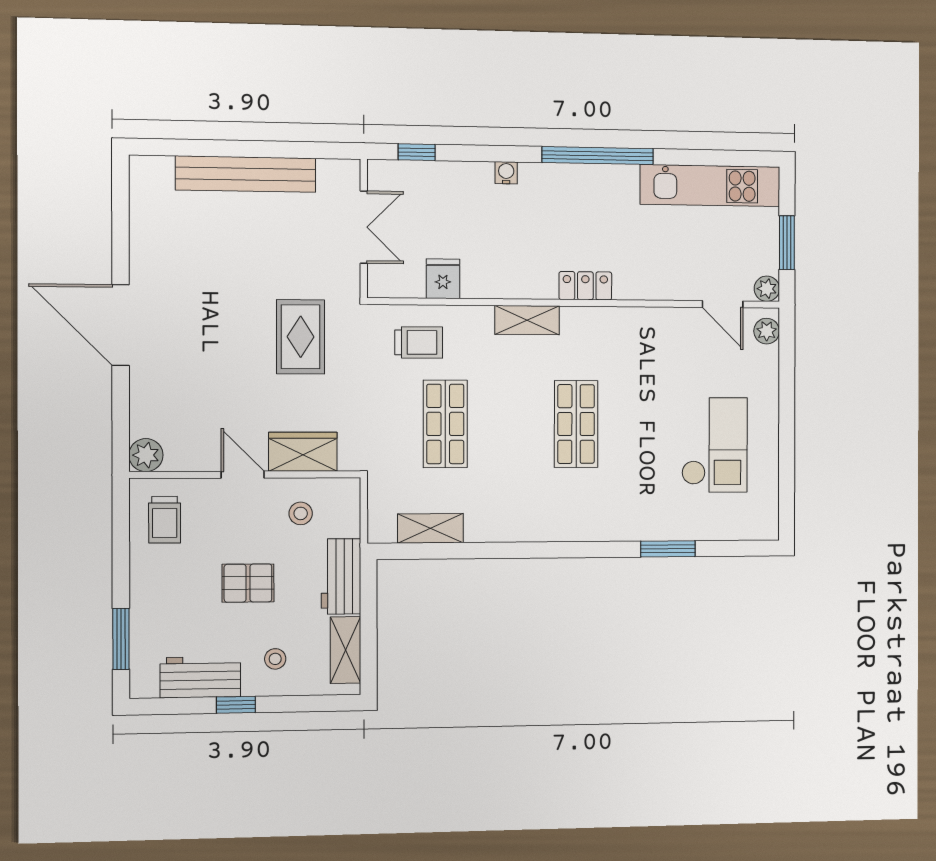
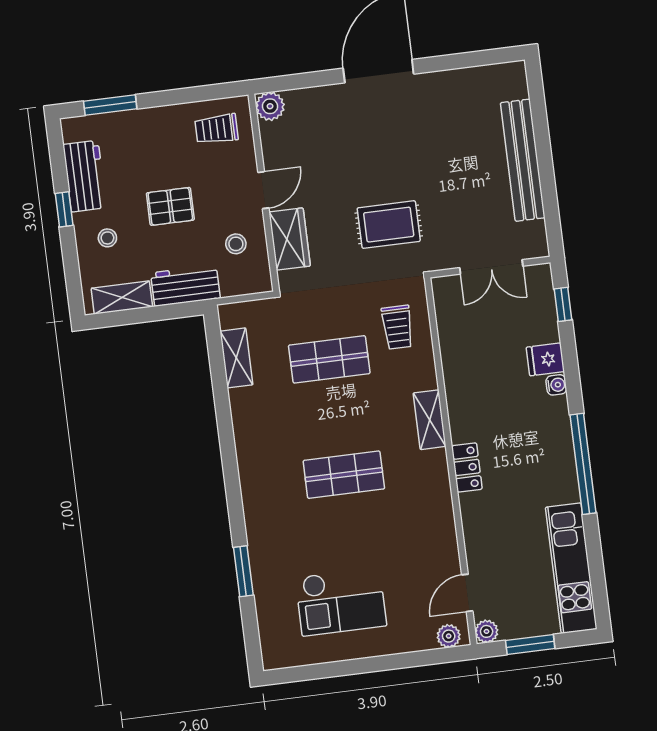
fridge: (443, 279) -> (545, 359), moved, turned 180
pallet: (248, 583) -> (170, 206), turned 90

